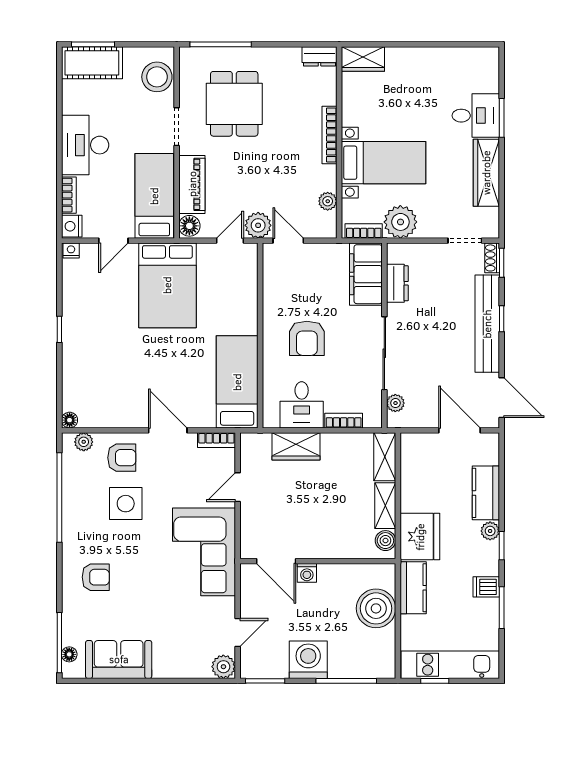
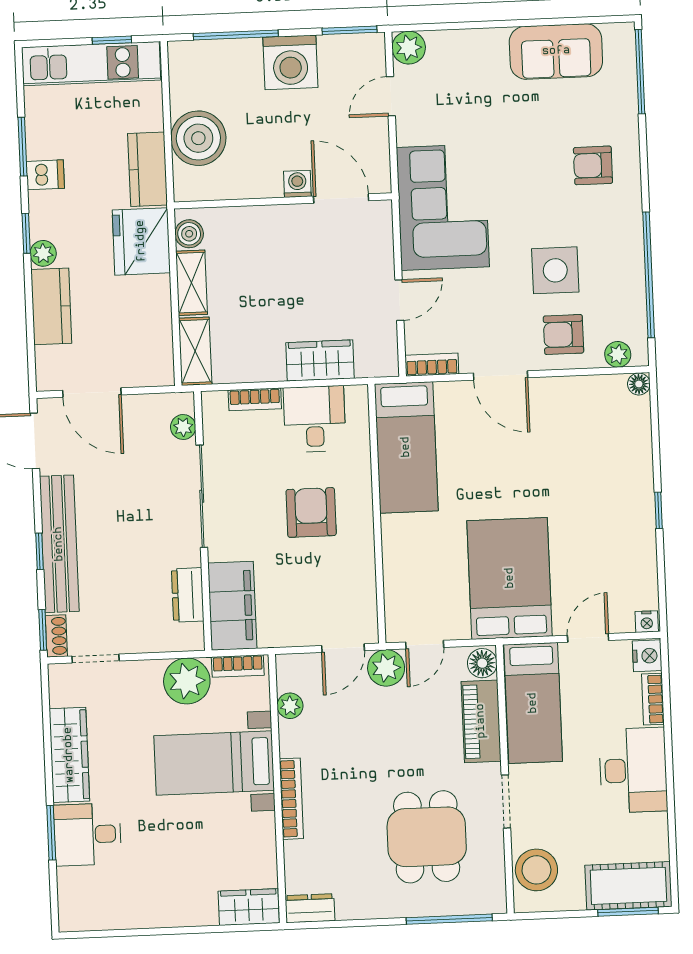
door: (288, 241) -> (343, 648), hinge flipped
floor lamp: (69, 654) -> (625, 56), removed

